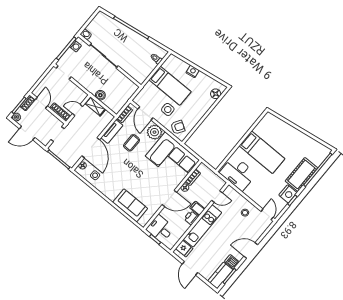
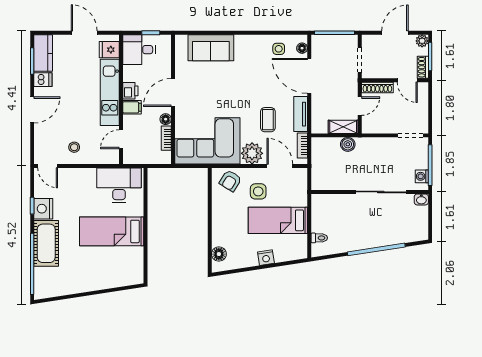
desk: (160, 229) -> (139, 50), moved, turned 180

